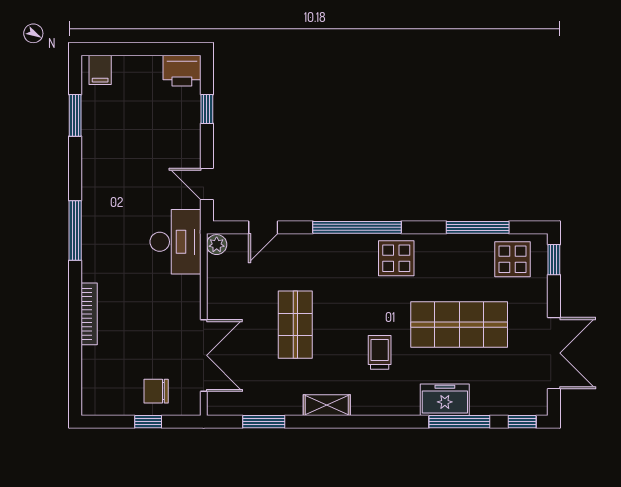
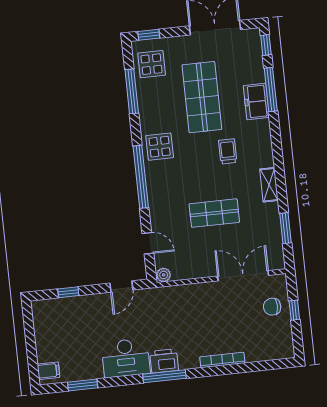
printer: (182, 71) -> (164, 361), moved, turned -90
desk: (175, 242) -> (126, 358), moved, turned 180
trolley: (380, 352) -> (228, 151), turned 90
chair: (156, 391) -> (272, 307), turned 90

